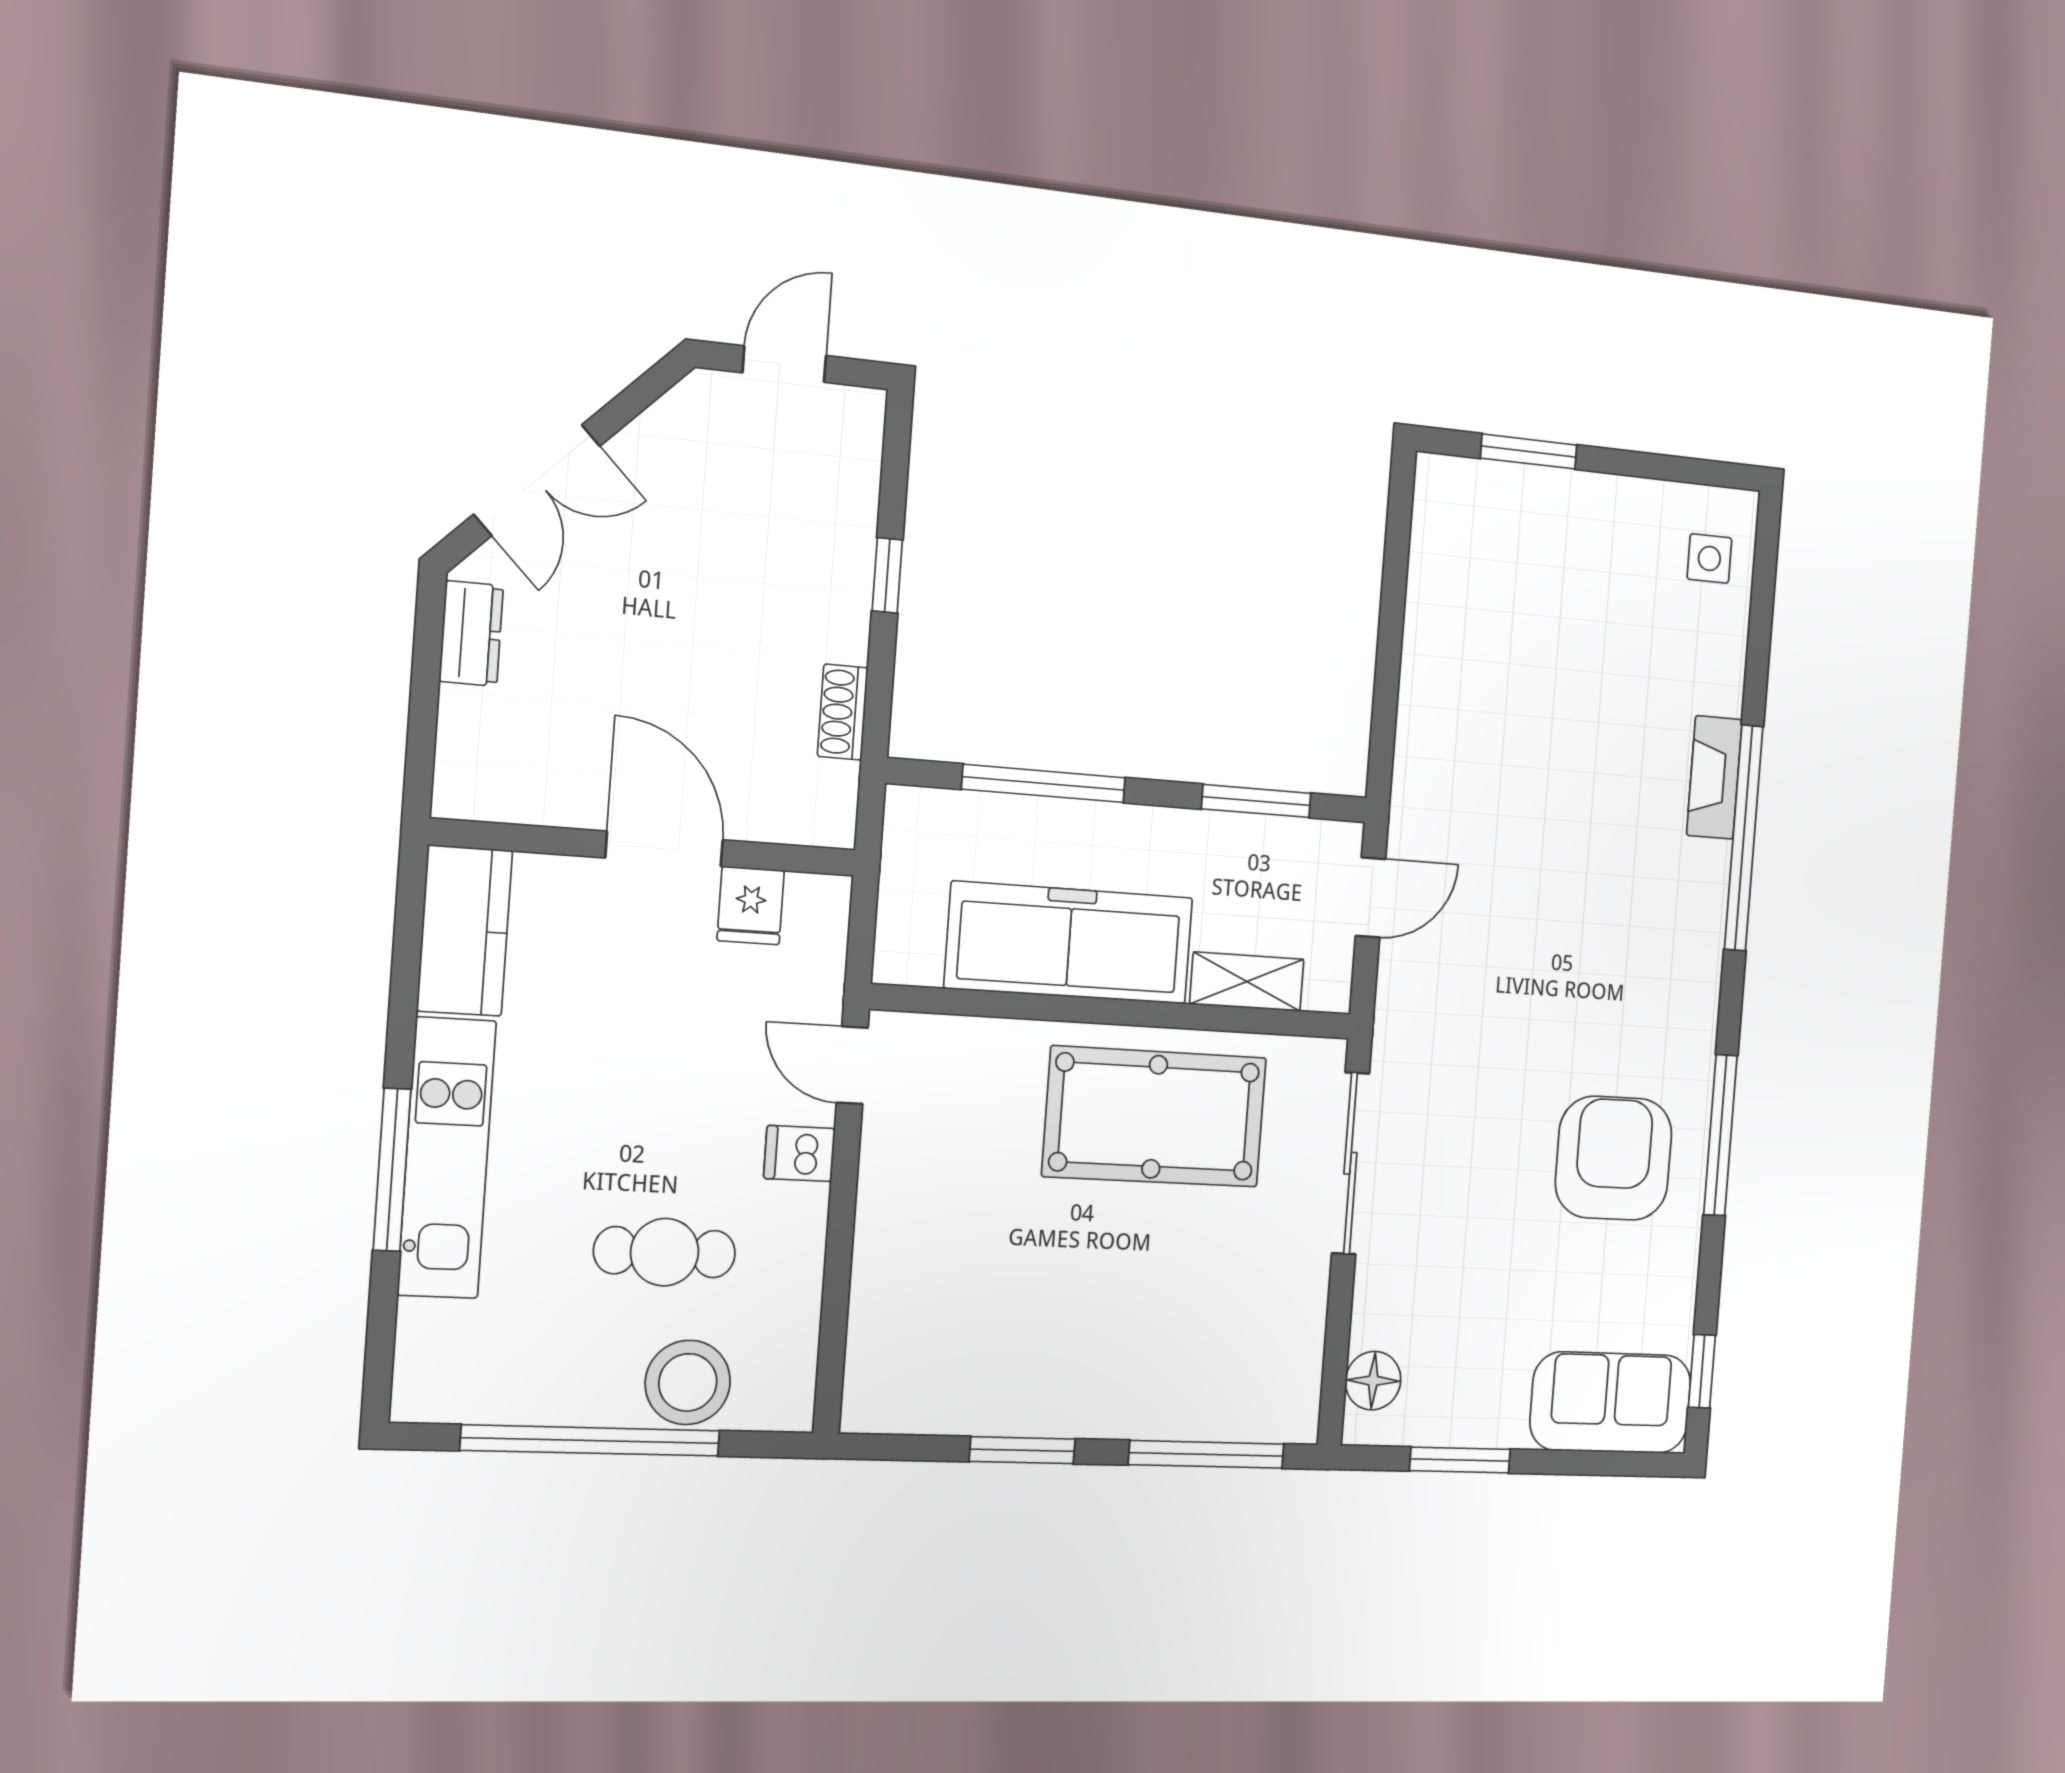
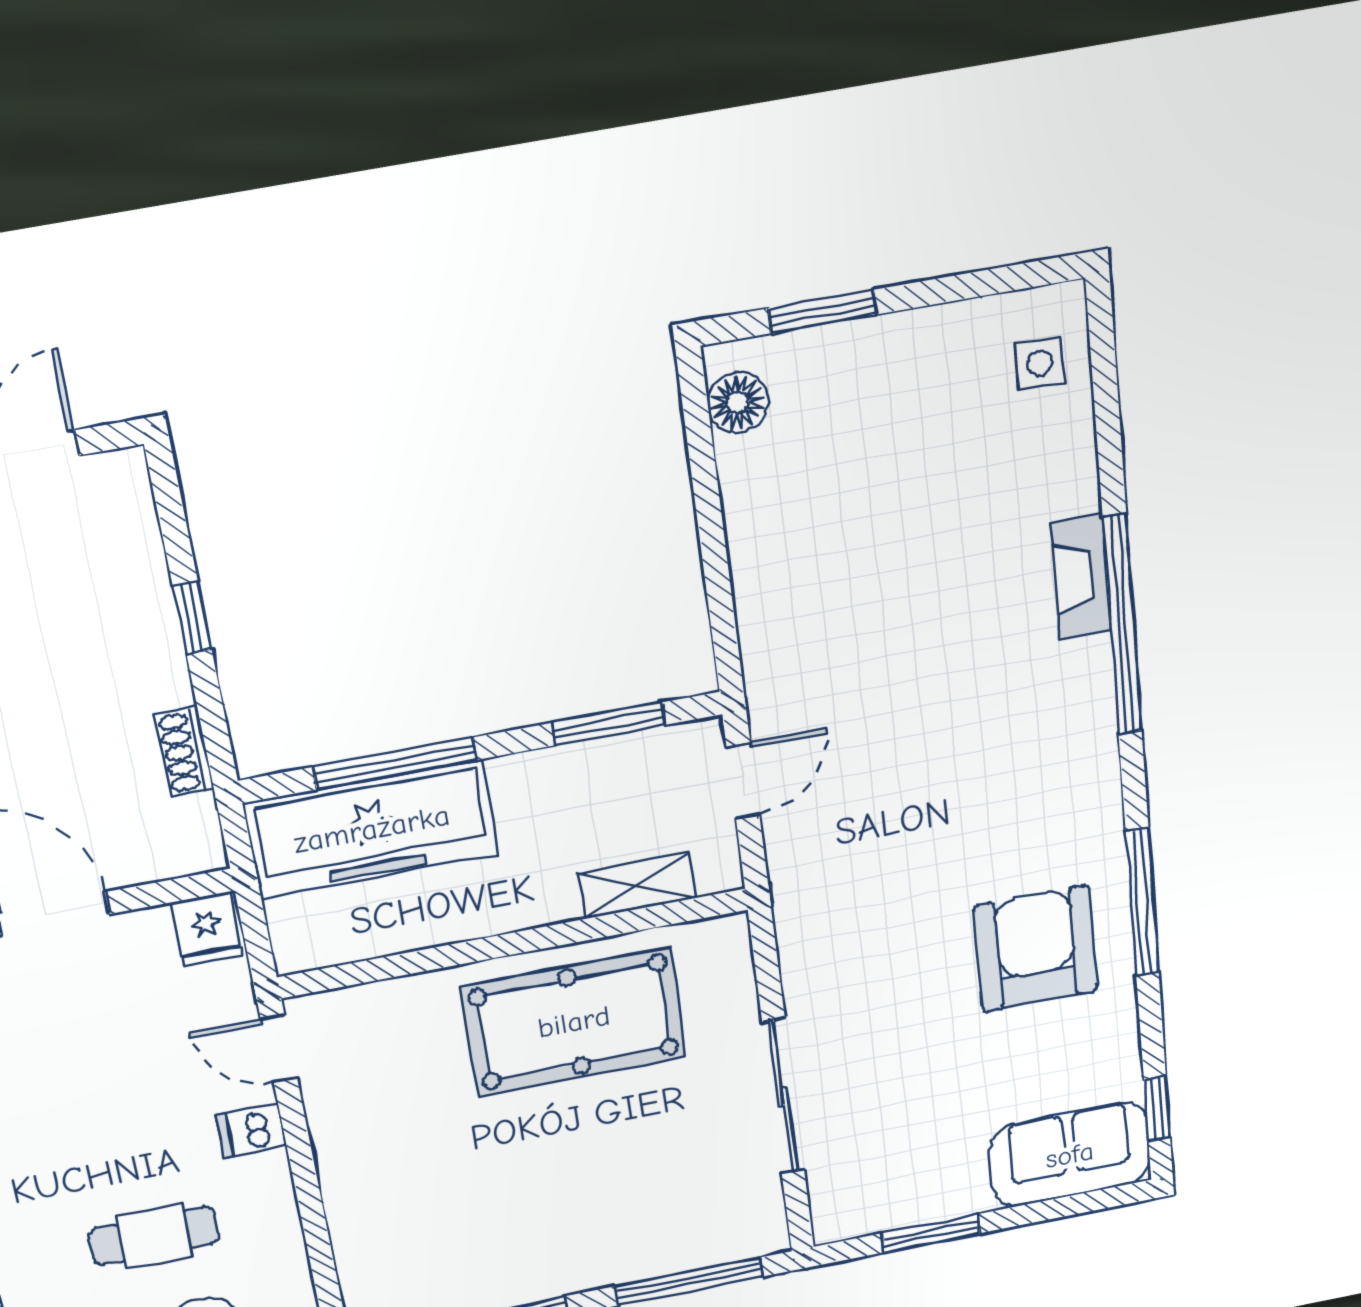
fridge: (751, 905) -> (207, 929), moved
freezer: (1069, 943) -> (372, 829), moved, turned 180
sliding door: (1350, 1163) -> (783, 1096), moved
floor lamp: (1373, 1381) -> (738, 402), moved

